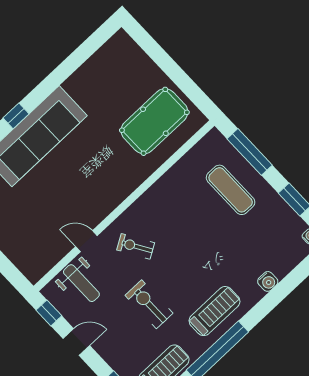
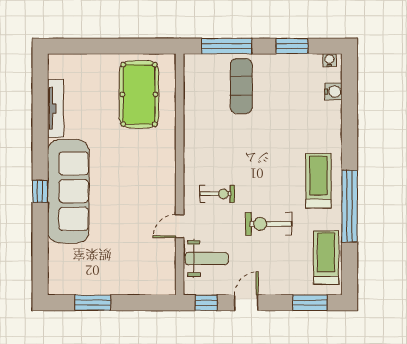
tv unit: (87, 70) -> (56, 108), added
exercise mat: (231, 190) -> (241, 86), turned 90
exercise bike: (136, 246) -> (217, 194), turned -149
water cooler: (268, 281) -> (333, 91), moved

